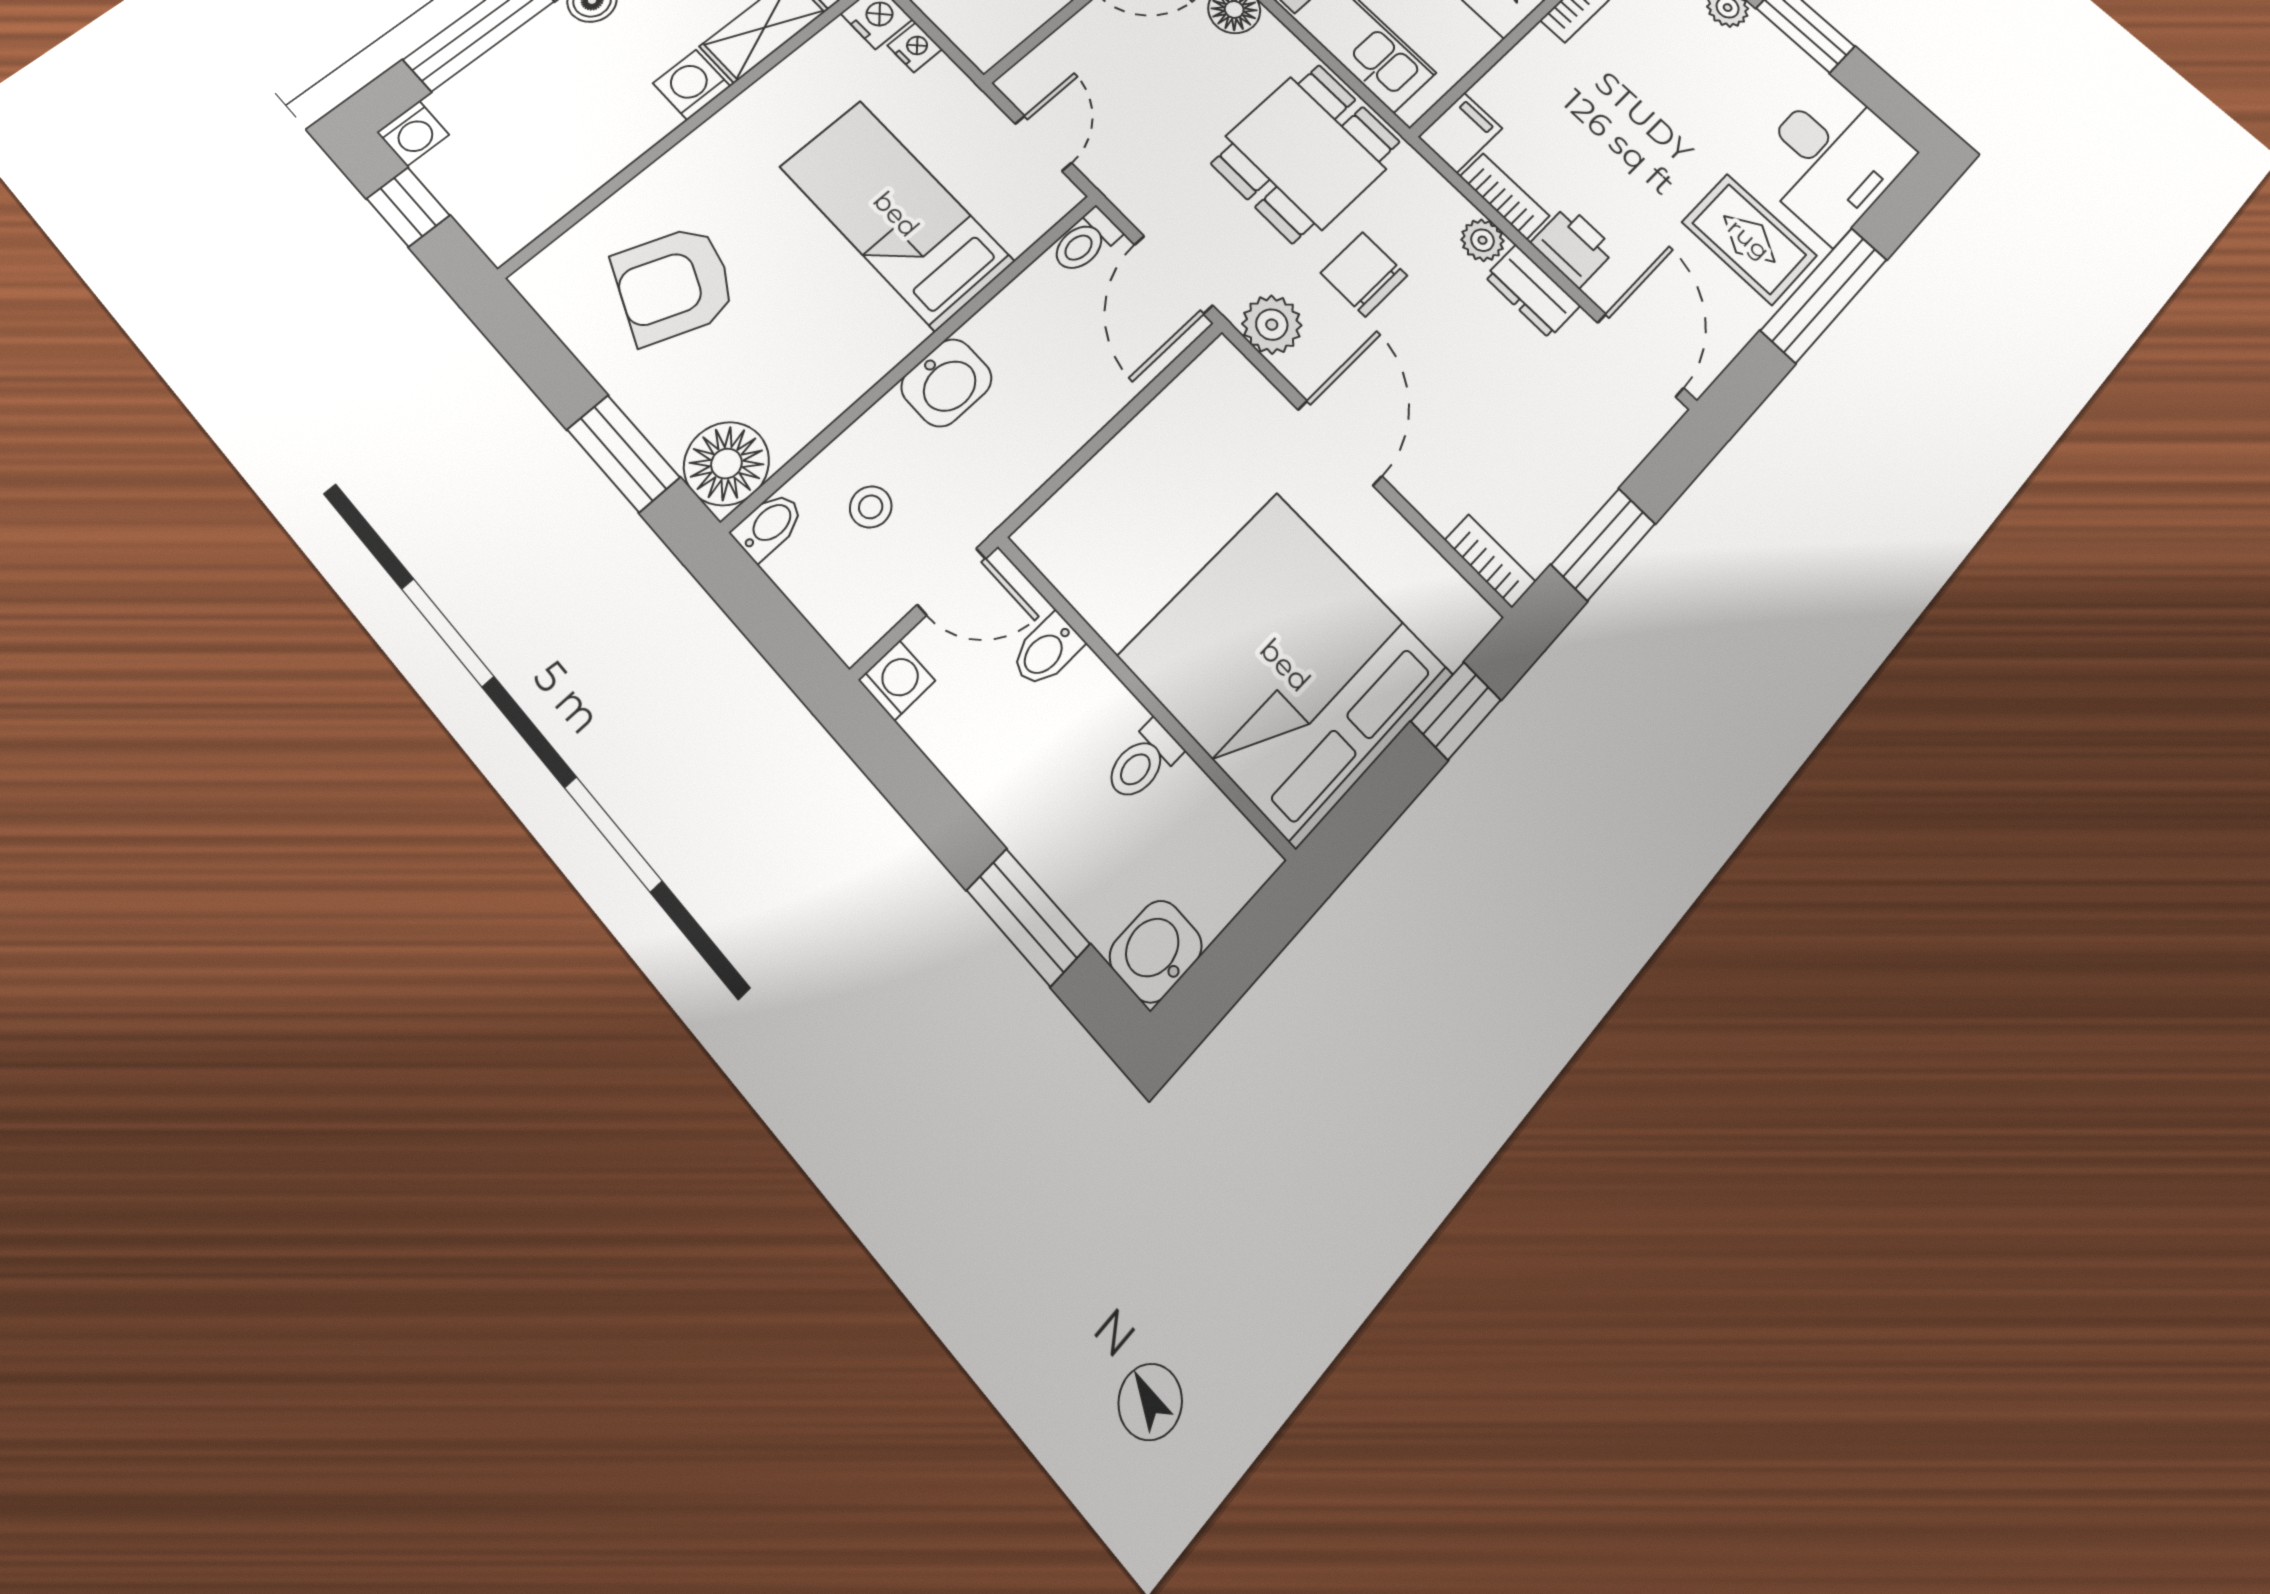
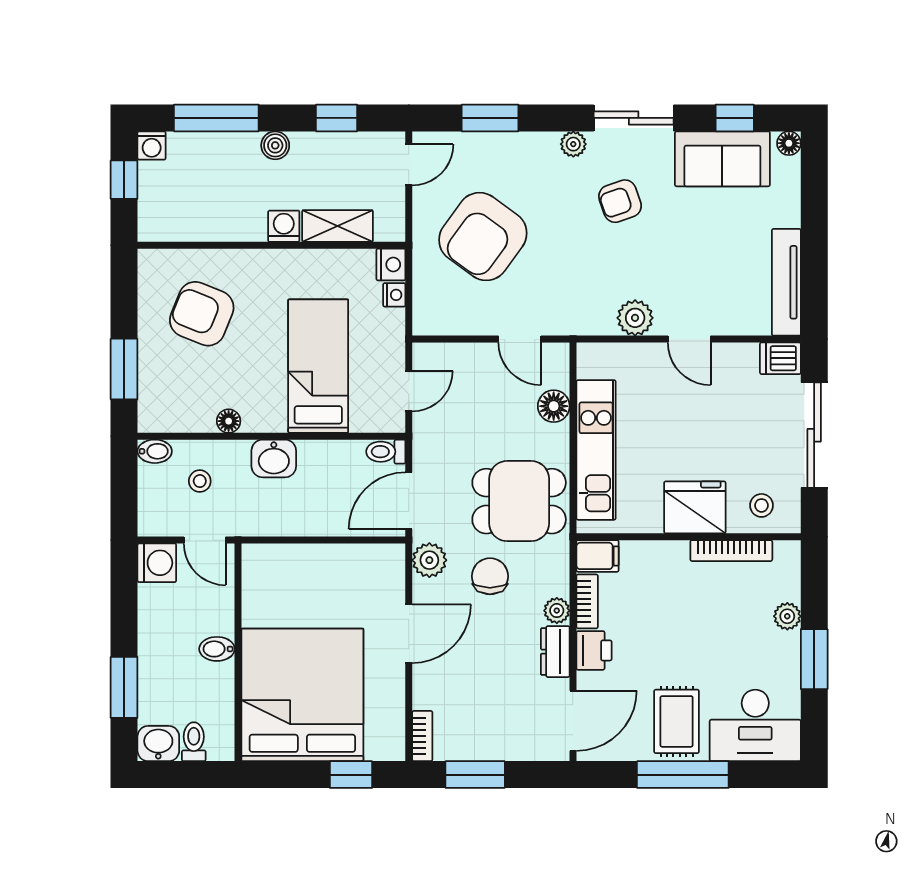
floor lamp: (726, 464) -> (229, 421), moved, width x0.53, depth x0.53
bidet: (1047, 651) -> (217, 649), moved
washing machine: (897, 680) -> (157, 563), width x1.38, depth x1.38
toilet: (1143, 761) -> (194, 742), moved, turned 90

